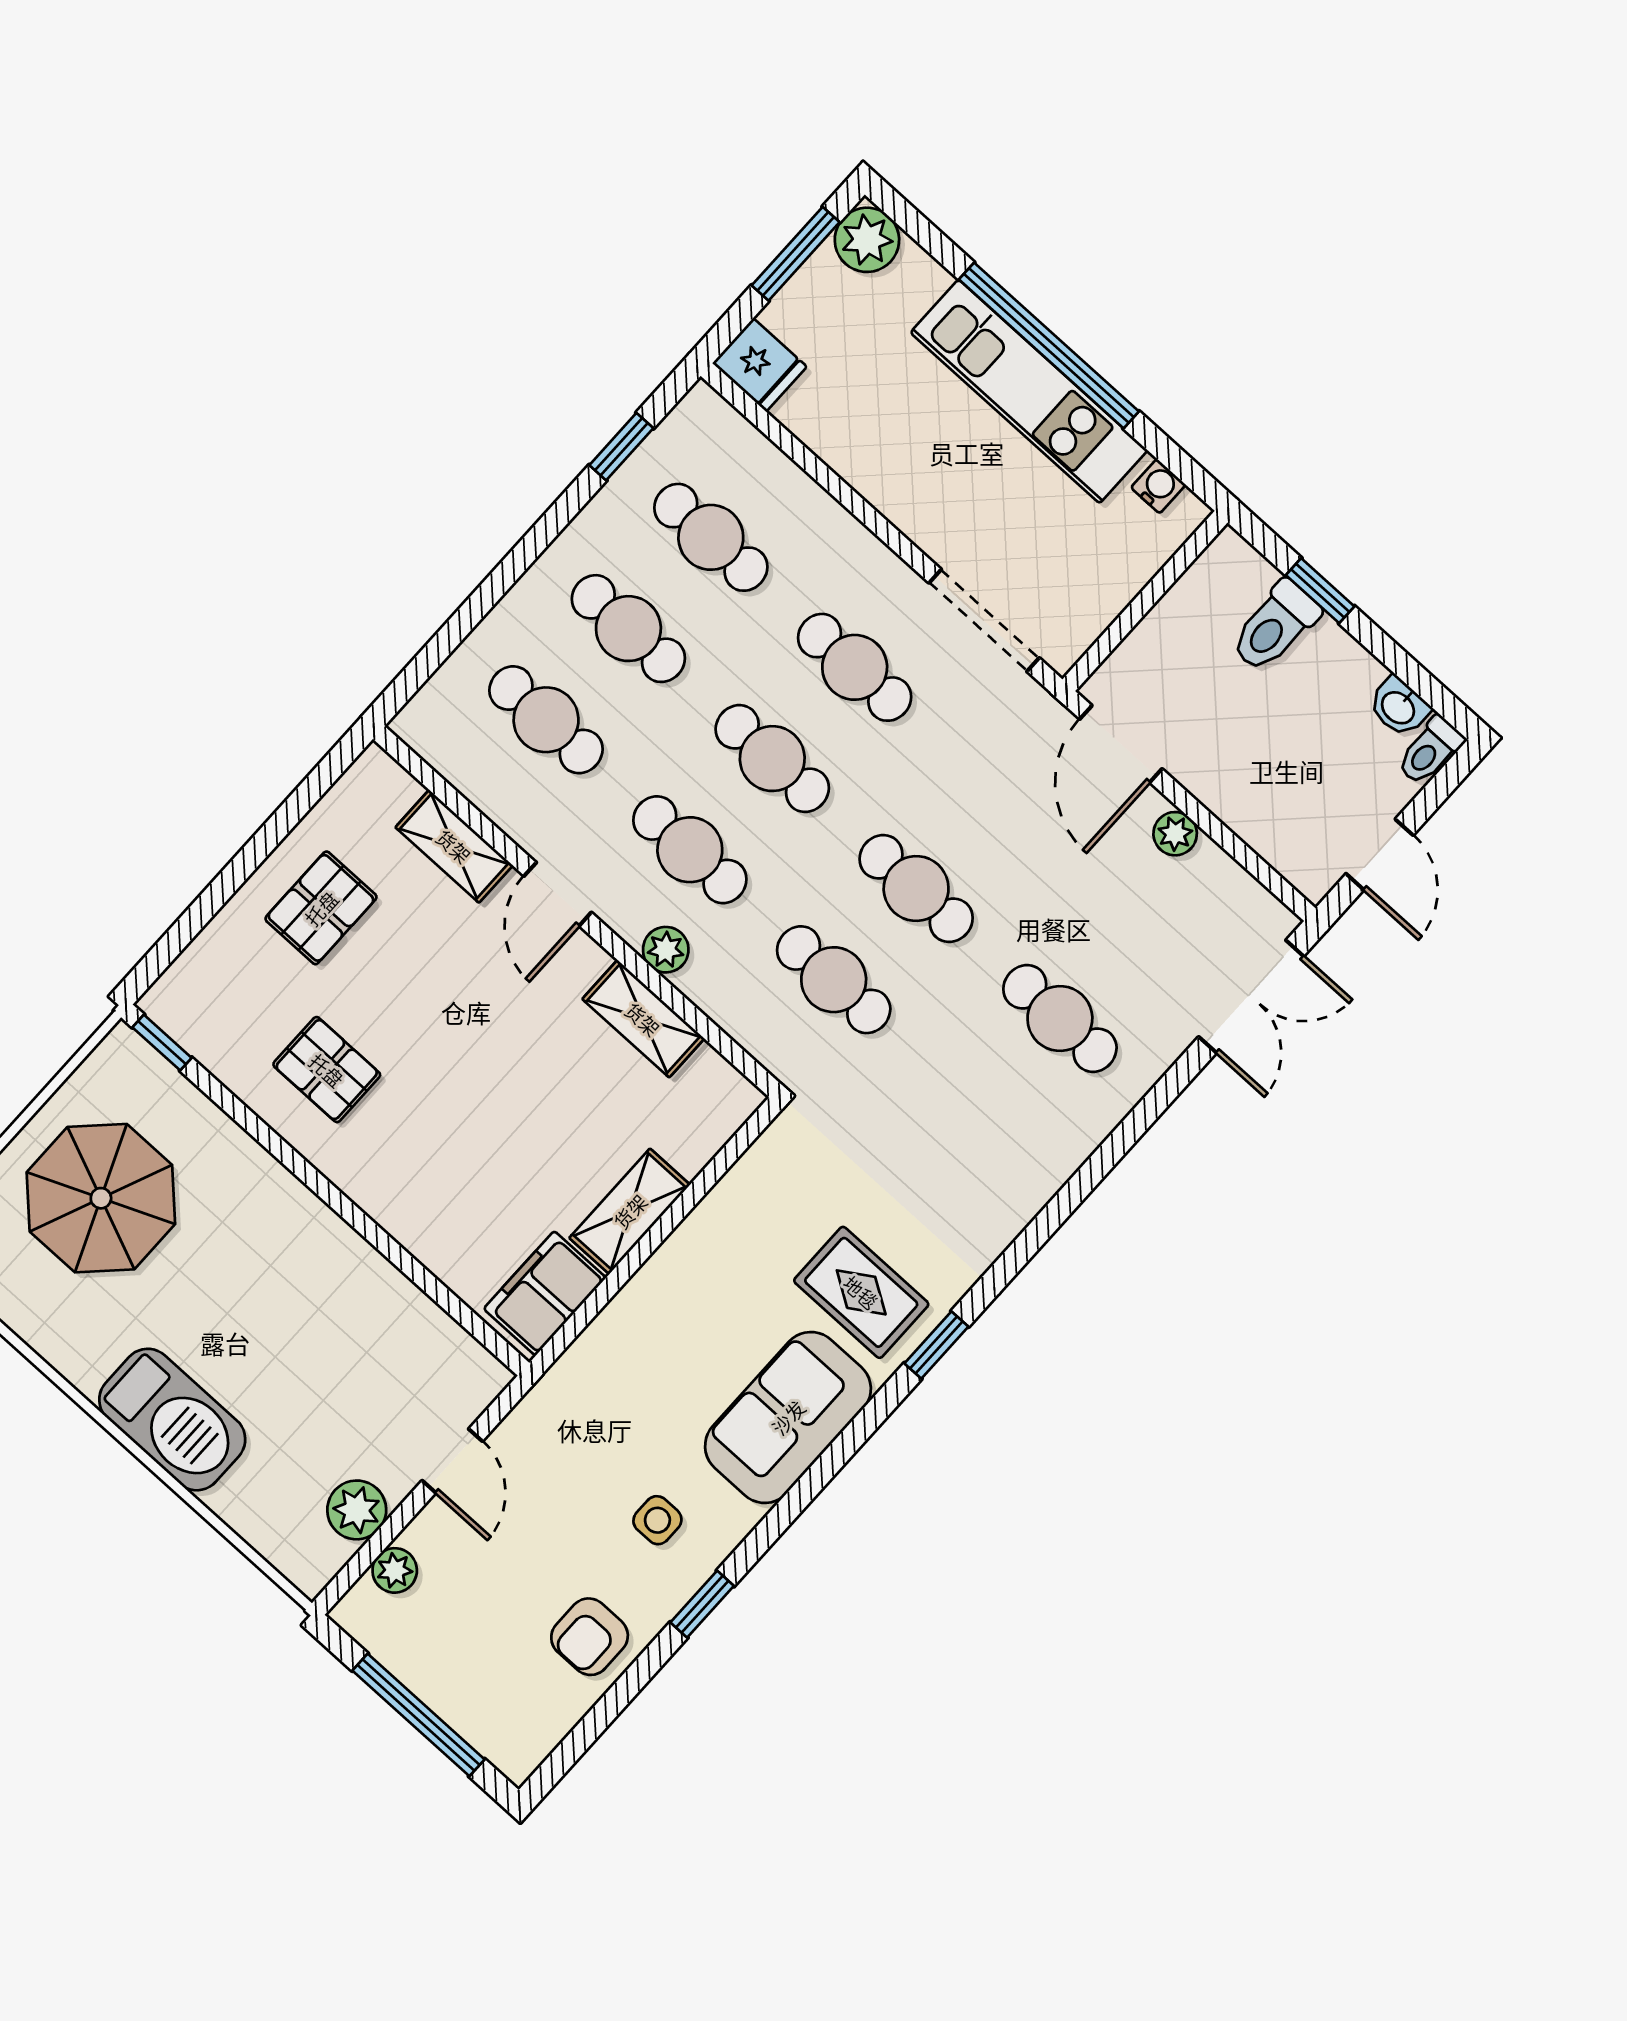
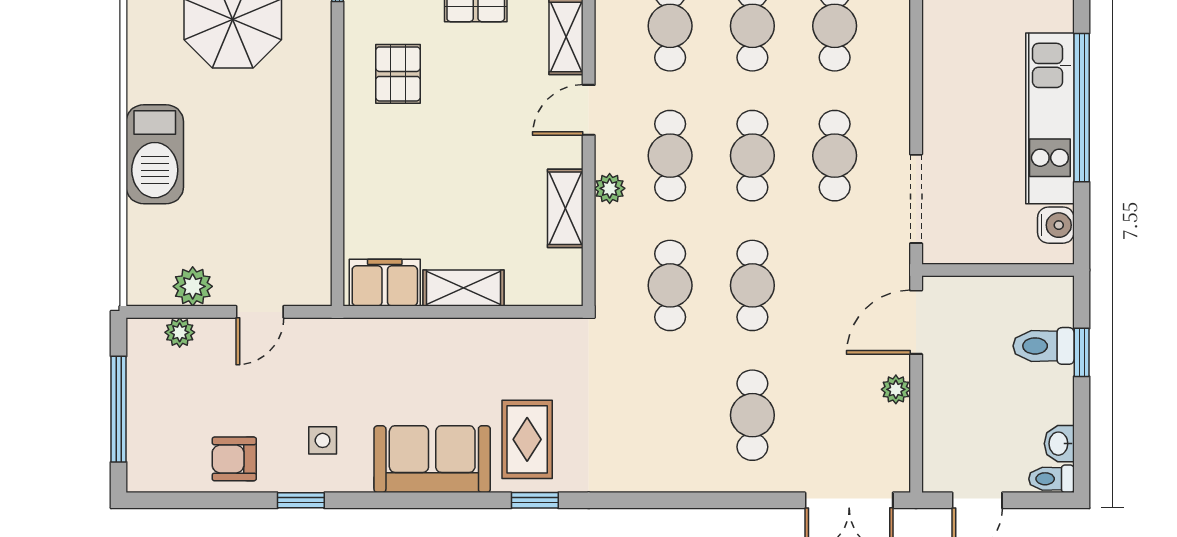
water cooler: (1158, 486) -> (1056, 225), width x1.38, depth x1.38

